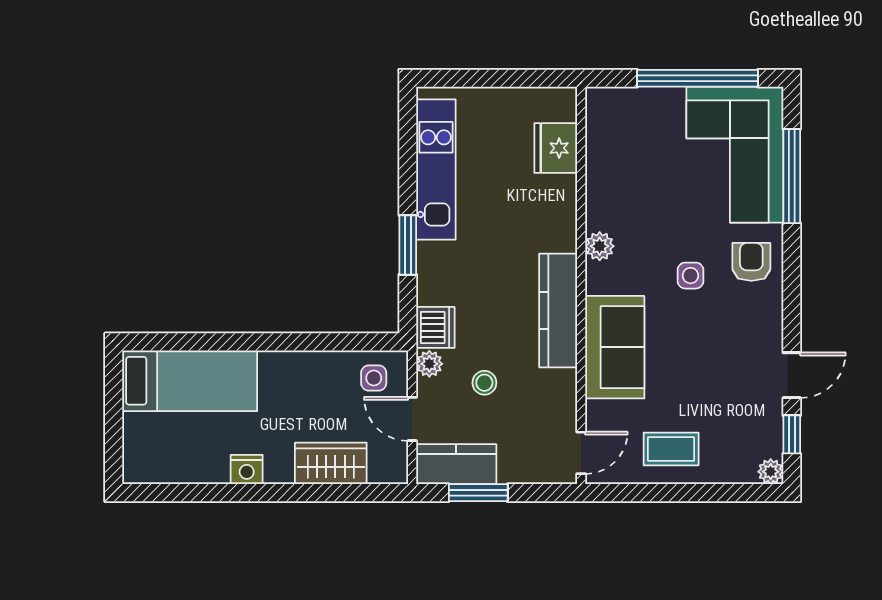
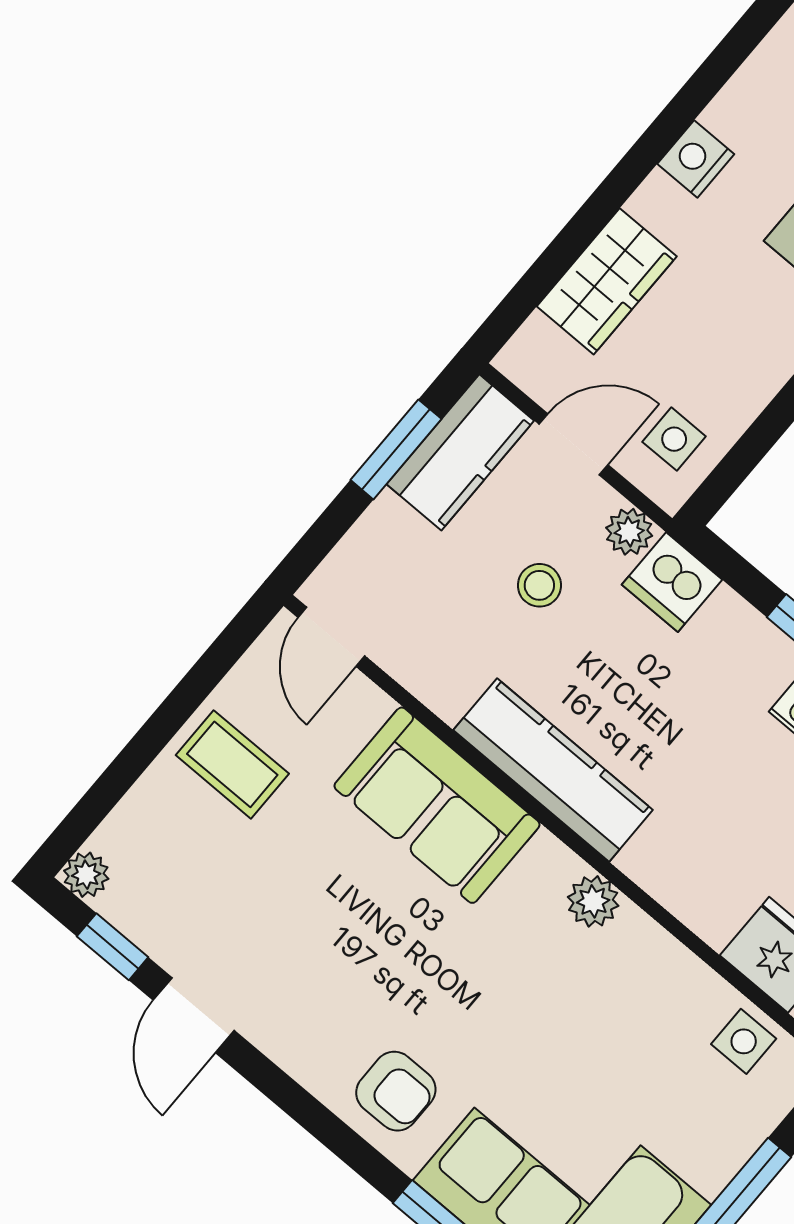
side table: (690, 276) -> (744, 1041), moved
coffee table: (671, 449) -> (232, 764), turned 90

